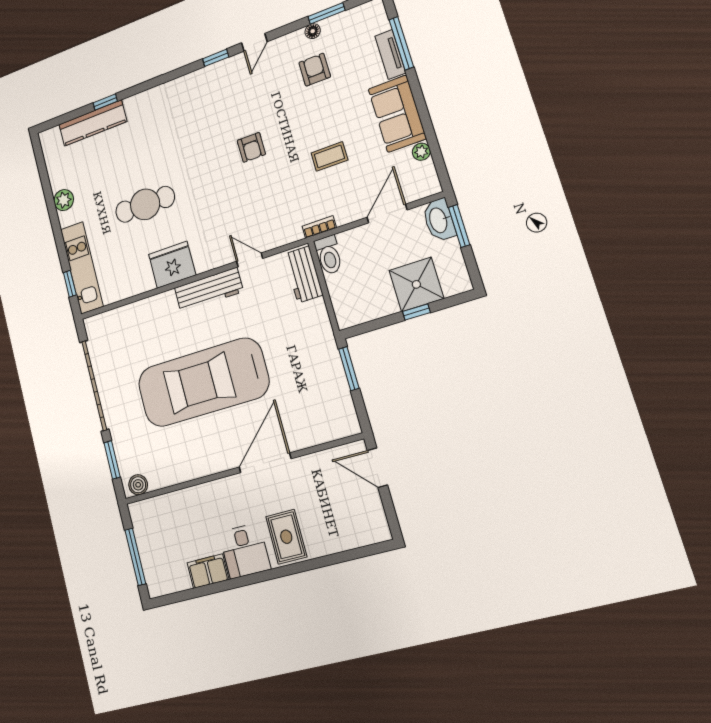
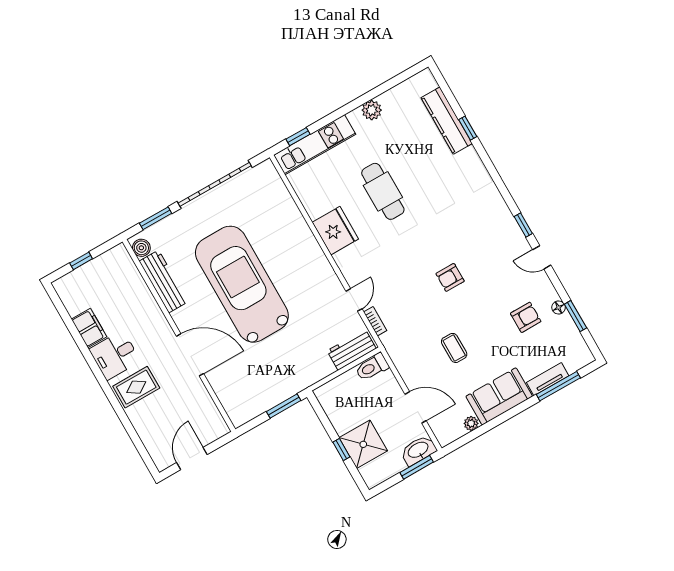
bookcase: (319, 227) -> (375, 321), moved
workbench: (209, 290) -> (164, 281), moved, turned 180
door: (377, 468) -> (192, 459), moved
window: (135, 557) -> (81, 261), width x0.46

